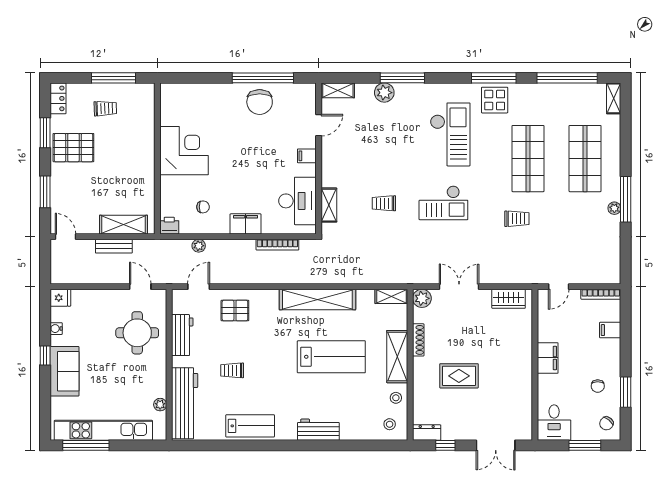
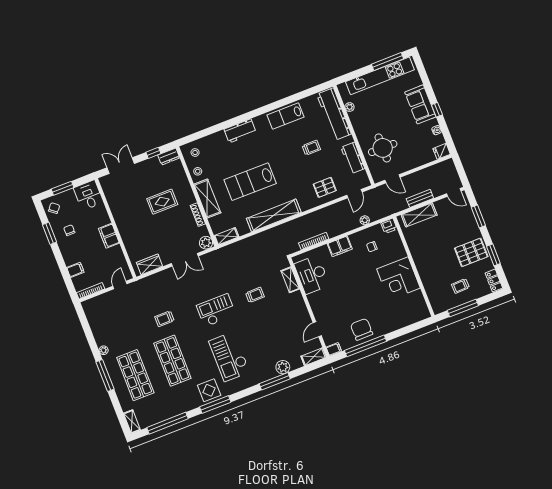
filing cabinet: (307, 156) -> (334, 349), moved
window: (626, 199) -> (105, 375), moved

